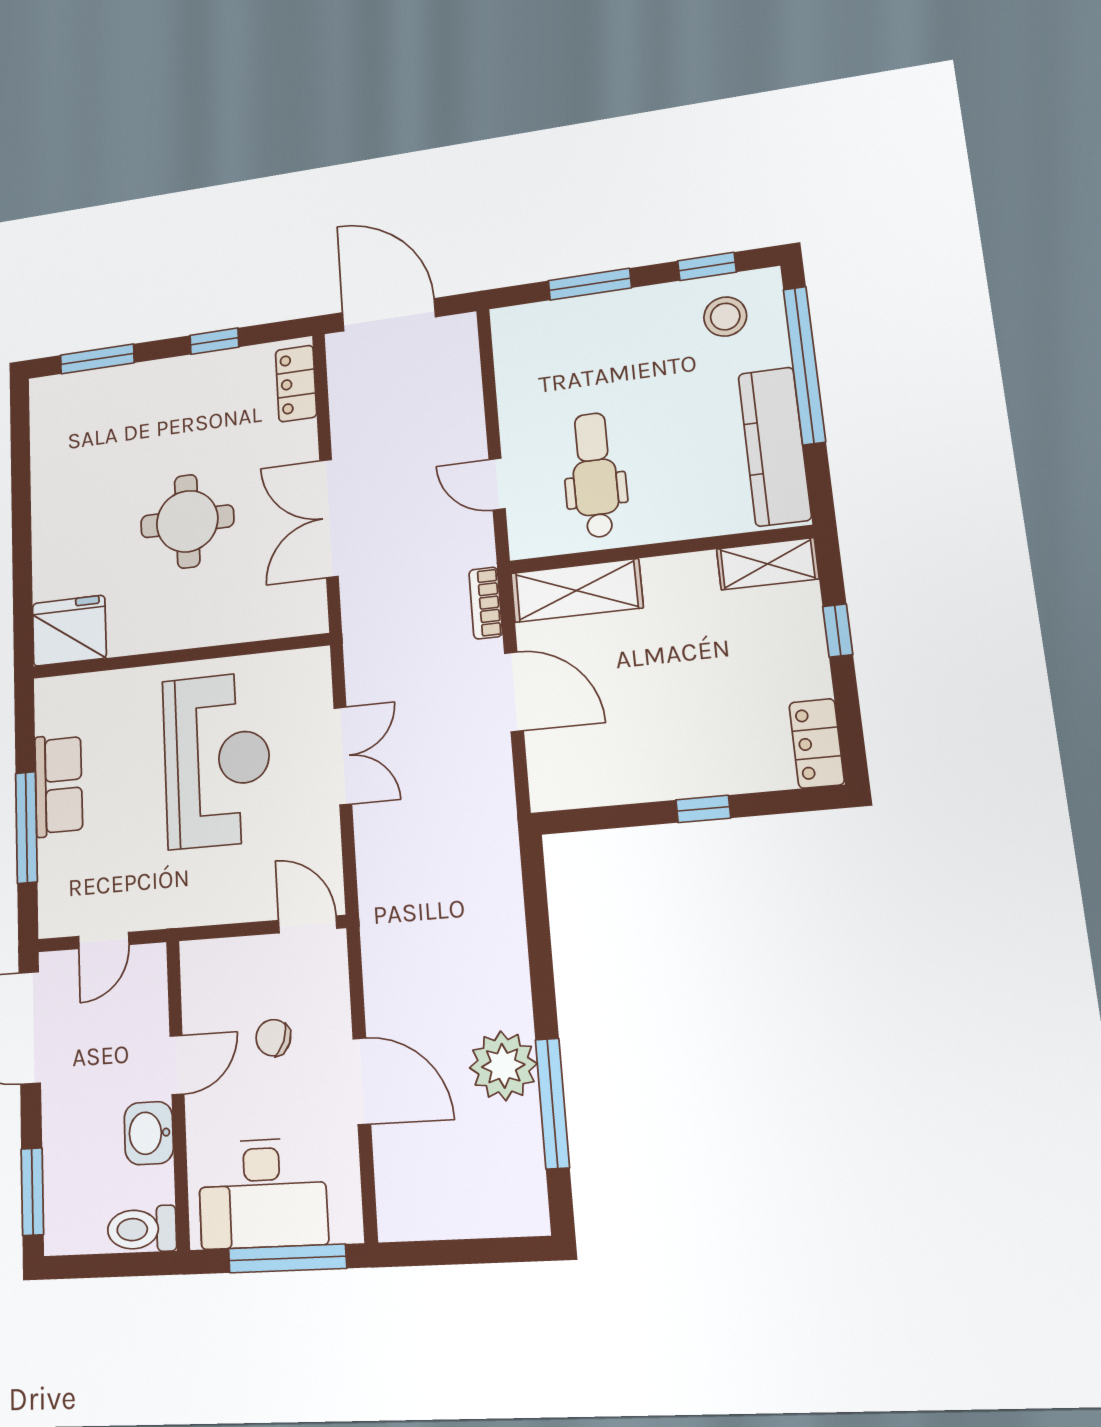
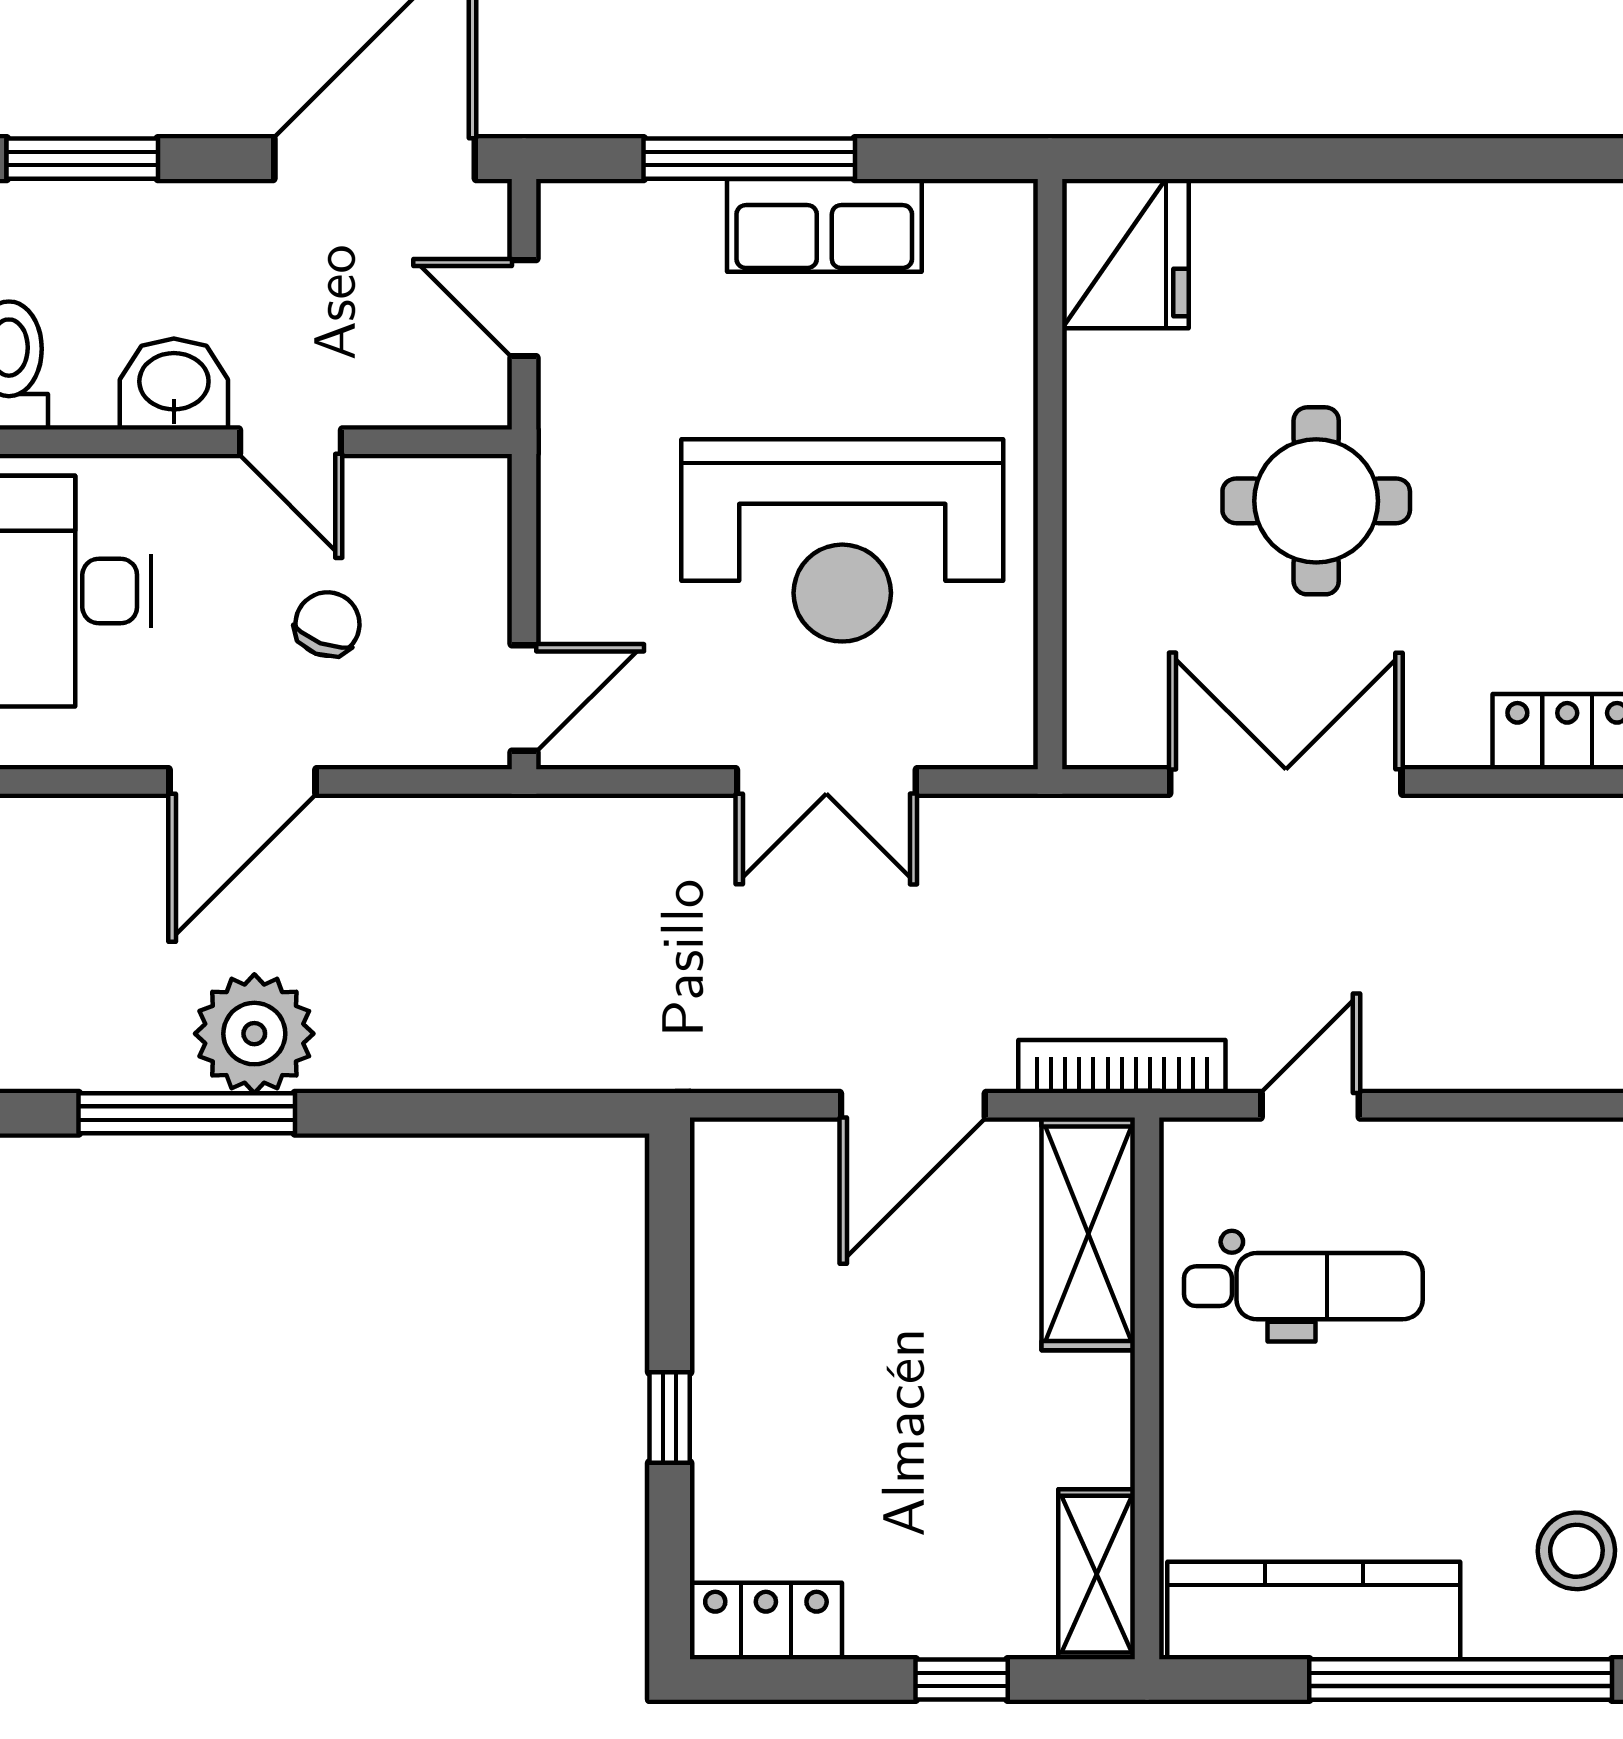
bookcase: (486, 603) -> (1122, 1066), width x1.56

